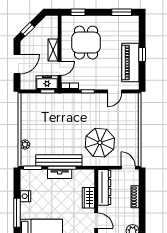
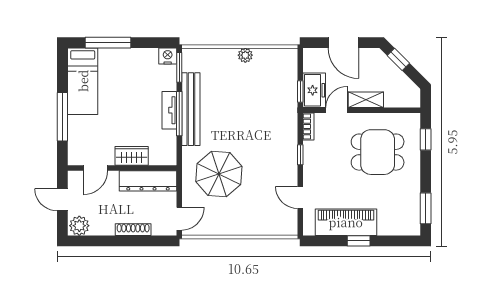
door: (60, 69) -> (336, 110), swing flipped
plant: (25, 145) -> (245, 55), moved
nightstand: (25, 196) -> (168, 56), moved

